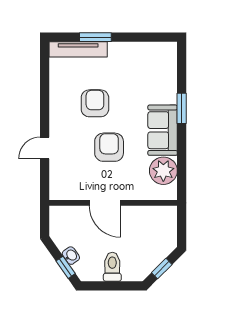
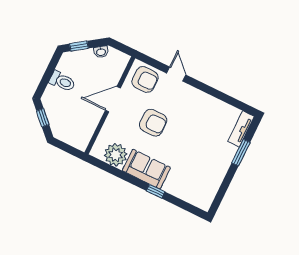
tv unit: (78, 49) -> (241, 129), width x0.71
armchair: (95, 103) -> (145, 80), moved
window: (182, 108) -> (156, 191), width x0.67
washbasin: (71, 256) -> (101, 52), moved

